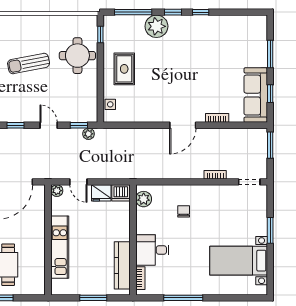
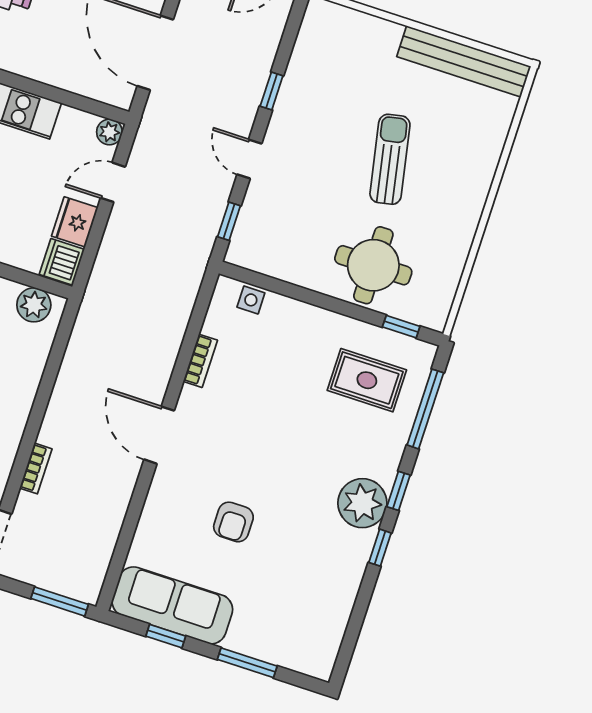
plant: (156, 26) -> (362, 503), moved
rug: (124, 69) -> (367, 380), moved
armchair: (210, 80) -> (233, 522), added
bookcase: (217, 118) -> (200, 361), moved
door: (49, 125) -> (249, 159), swing flipped
plant: (88, 134) -> (205, 235), removed

